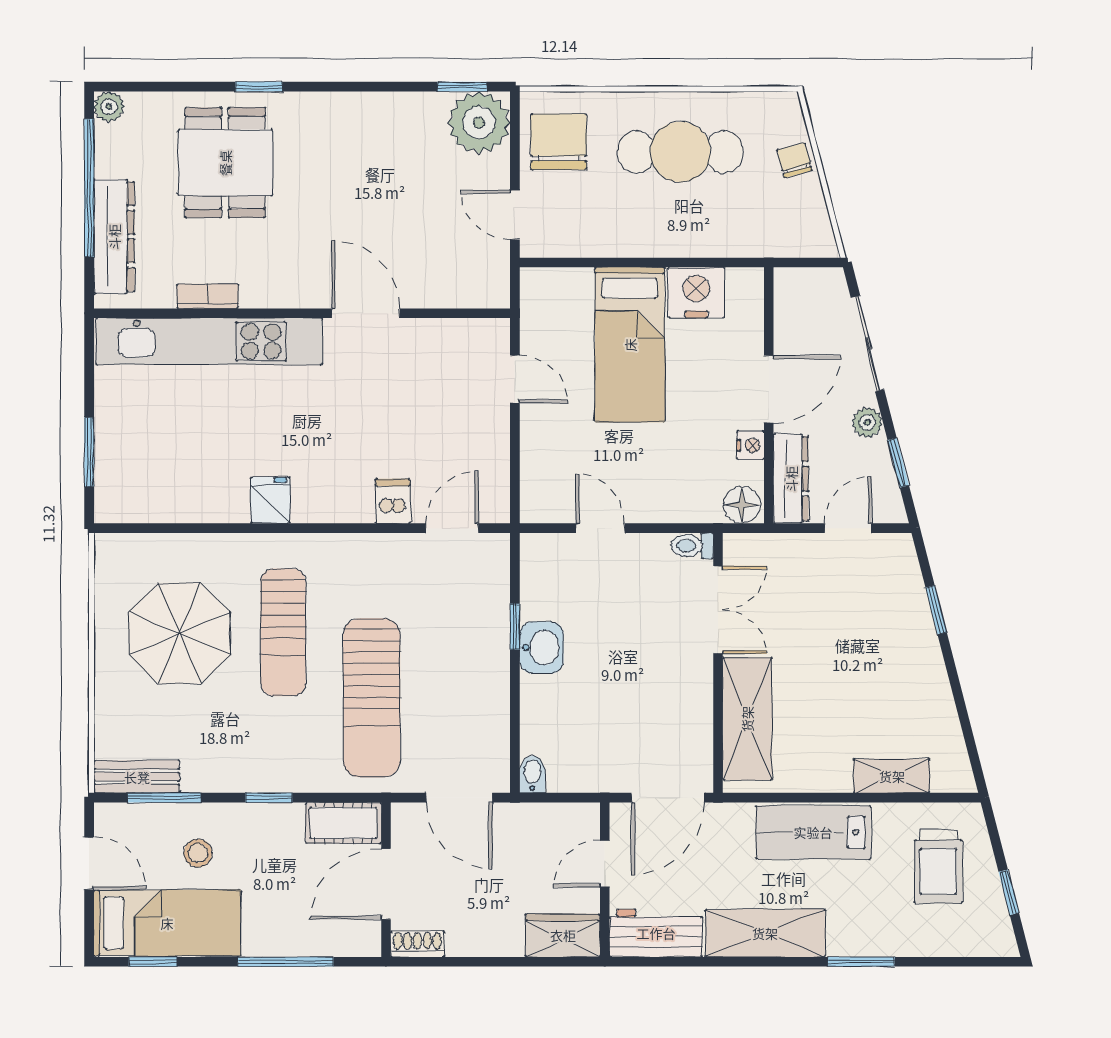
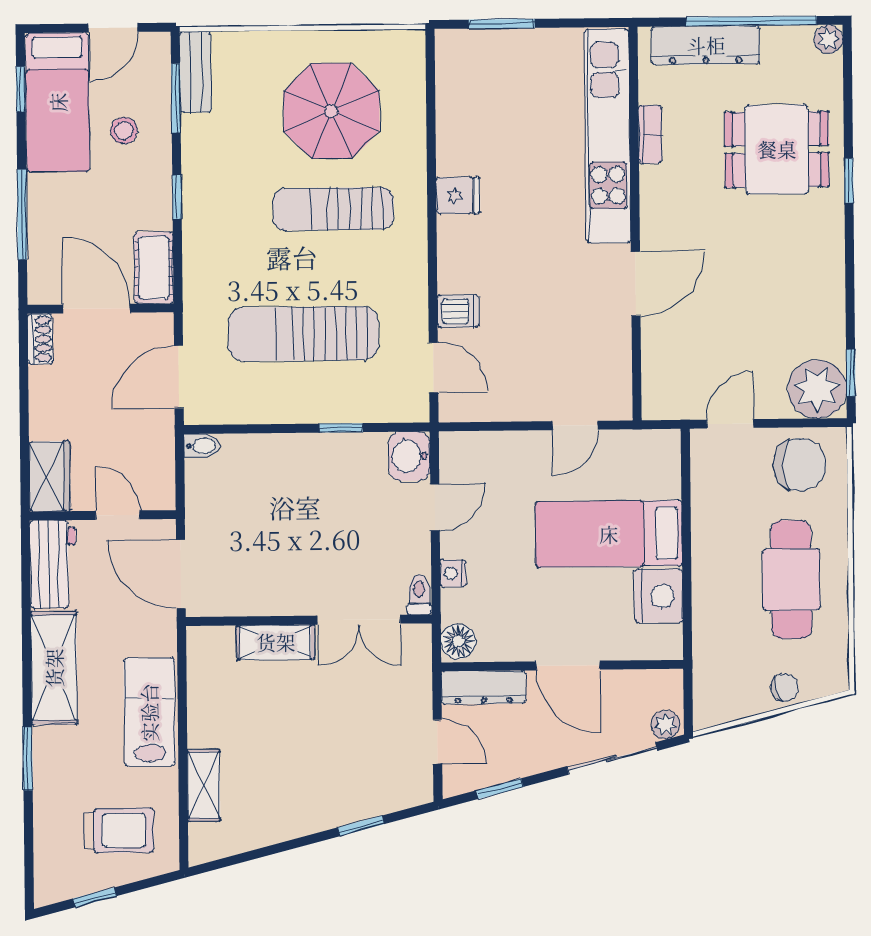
plant: (867, 422) -> (666, 725), moved
nightstand: (750, 445) -> (453, 573), moved, turned 90
washbasin: (542, 648) -> (409, 456), moved, turned 90
sun lounger: (372, 698) -> (303, 334), moved
shelving: (747, 719) -> (276, 642), width x0.67, depth x0.75
trolley: (938, 866) -> (119, 830), turned 180

